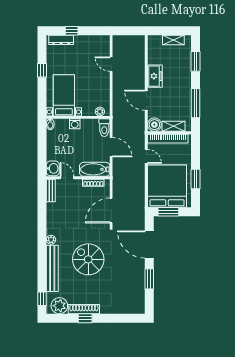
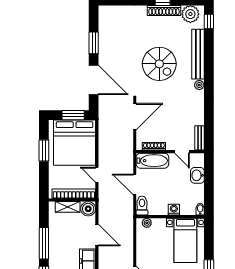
window: (196, 103) -> (44, 243), moved
washbasin: (53, 168) -> (197, 175), moved

